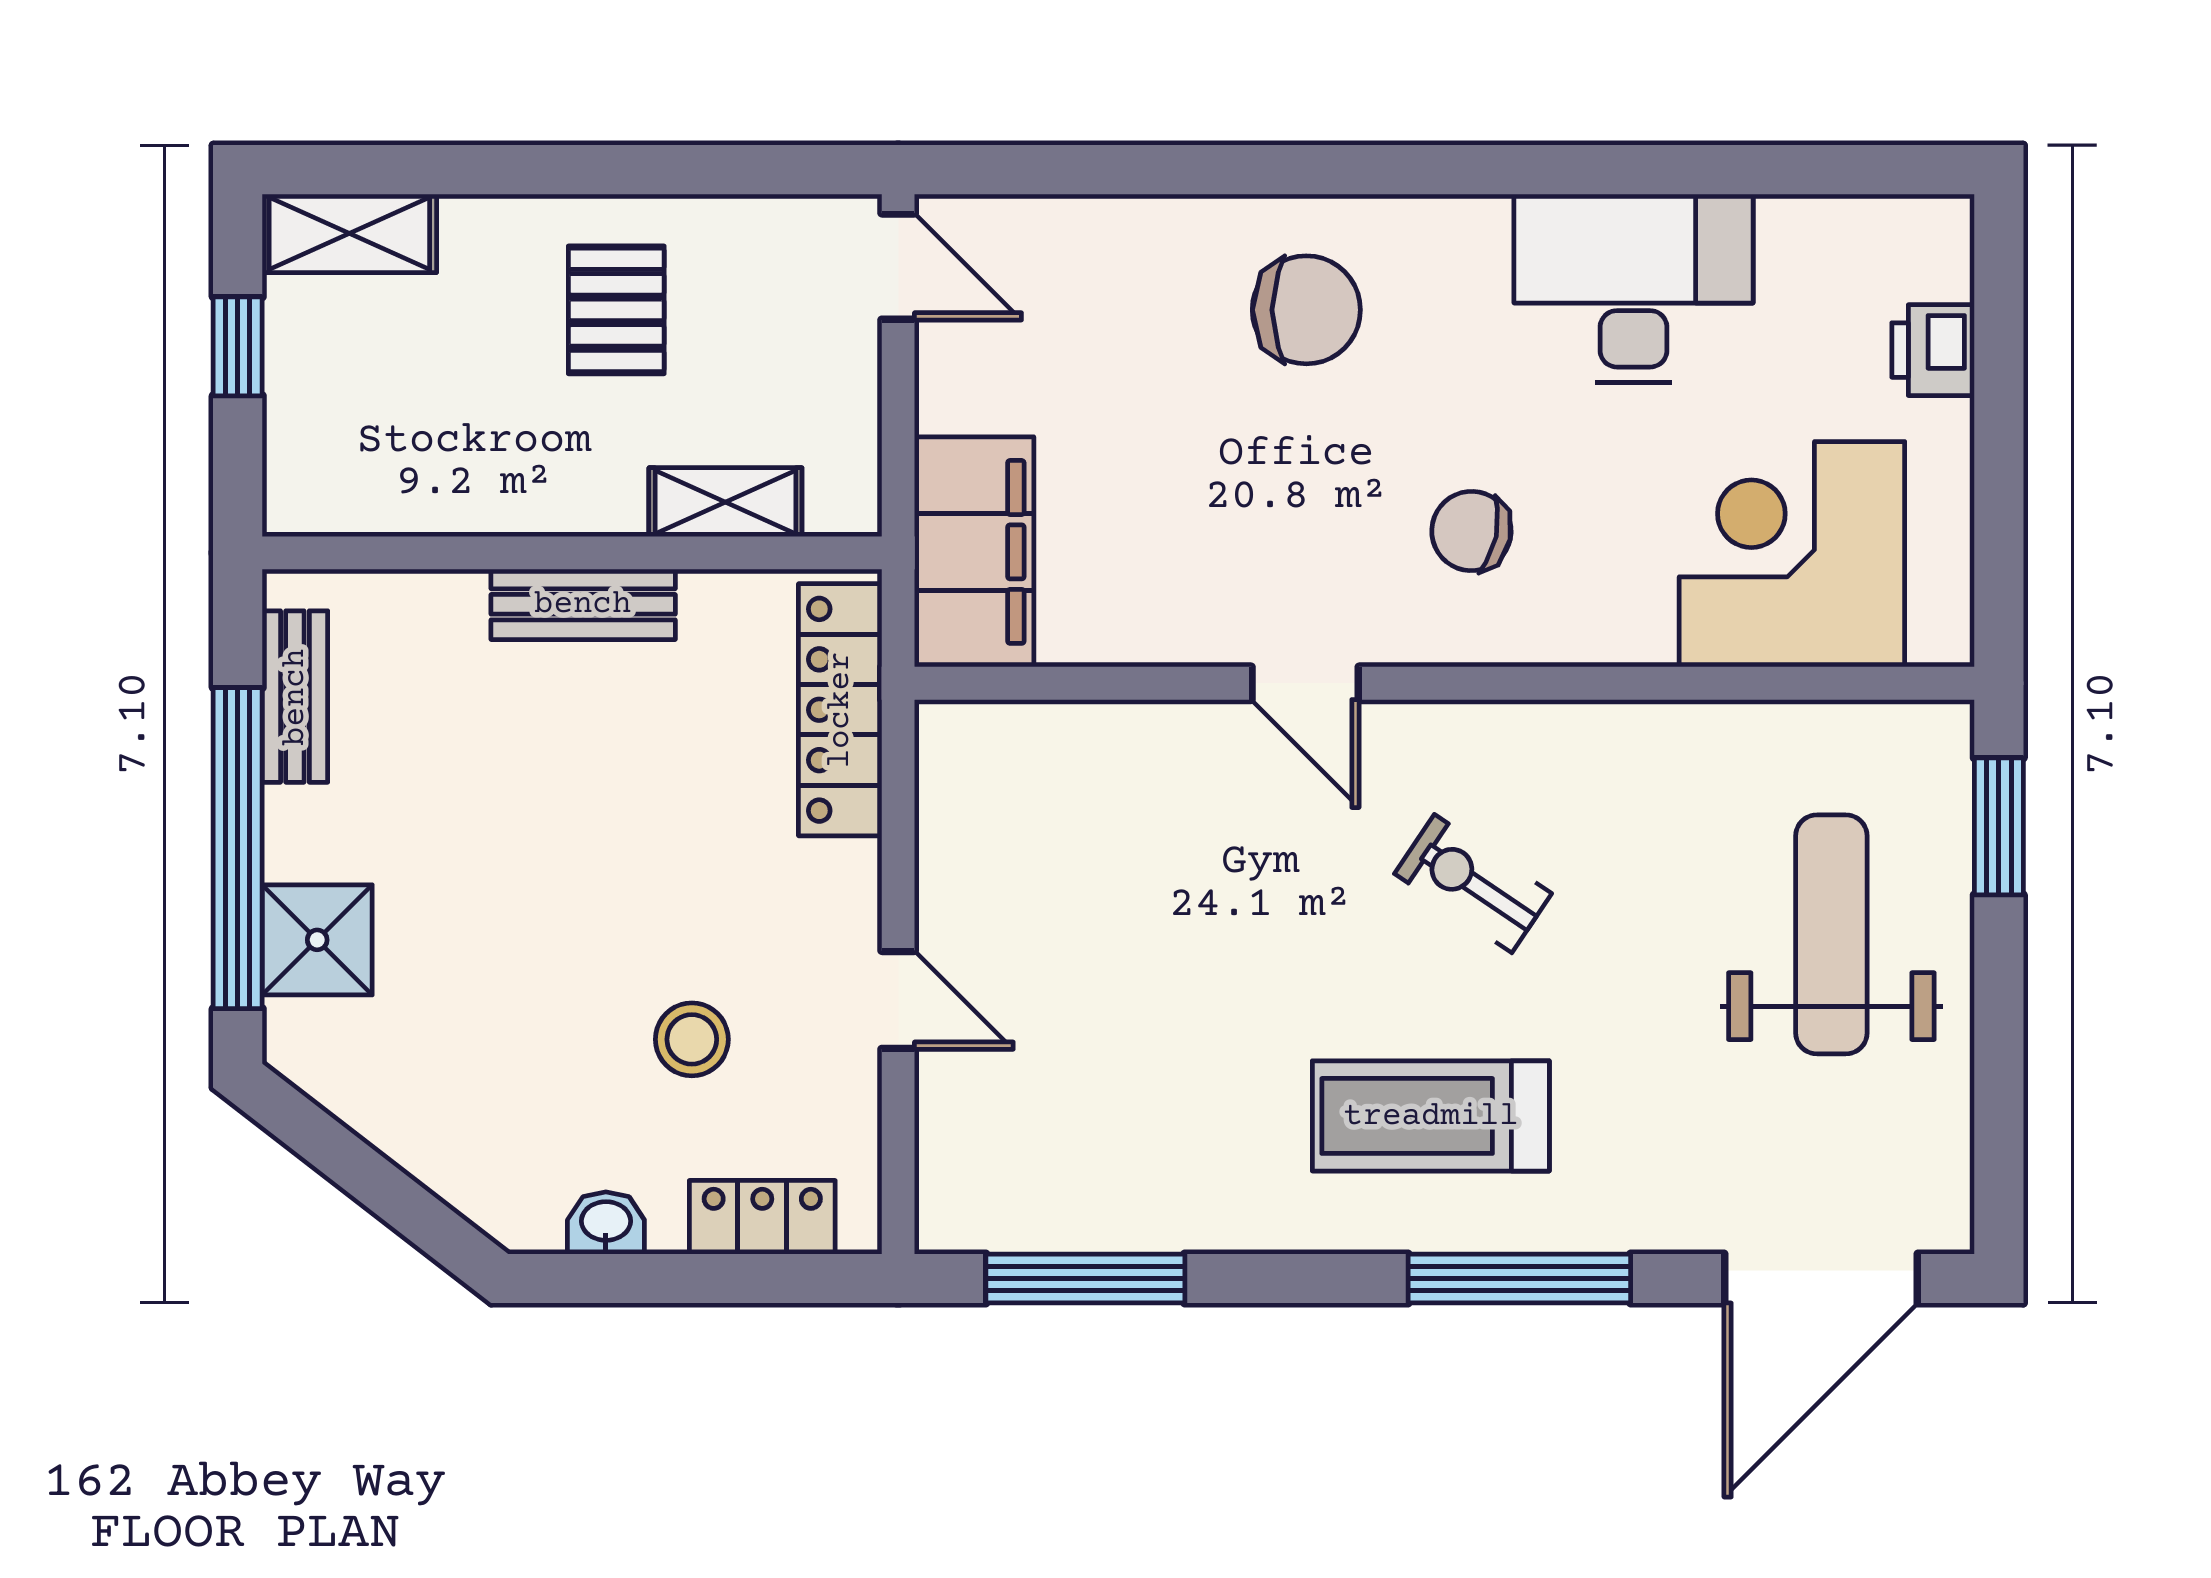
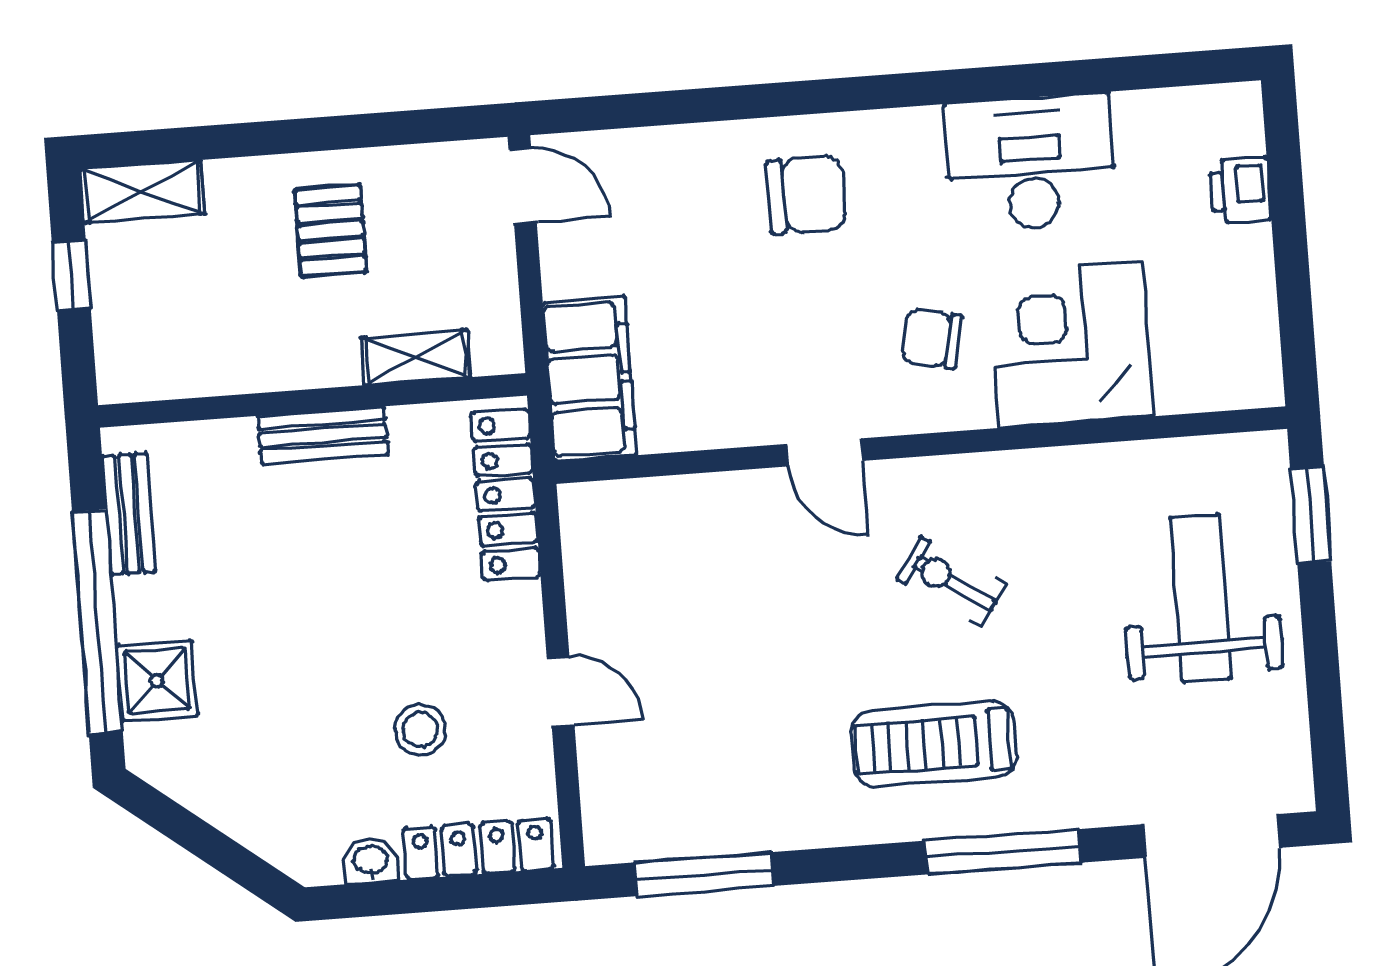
corner desk: (1792, 554) -> (1071, 344), moved
locker: (762, 1217) -> (478, 849), width x1.53

